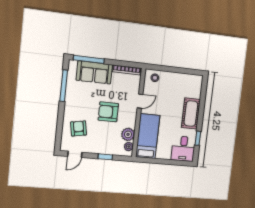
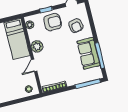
sofa: (94, 72) -> (88, 53), moved, turned -90
armchair: (108, 112) -> (53, 22), moved
plant: (128, 134) -> (37, 46), moved

